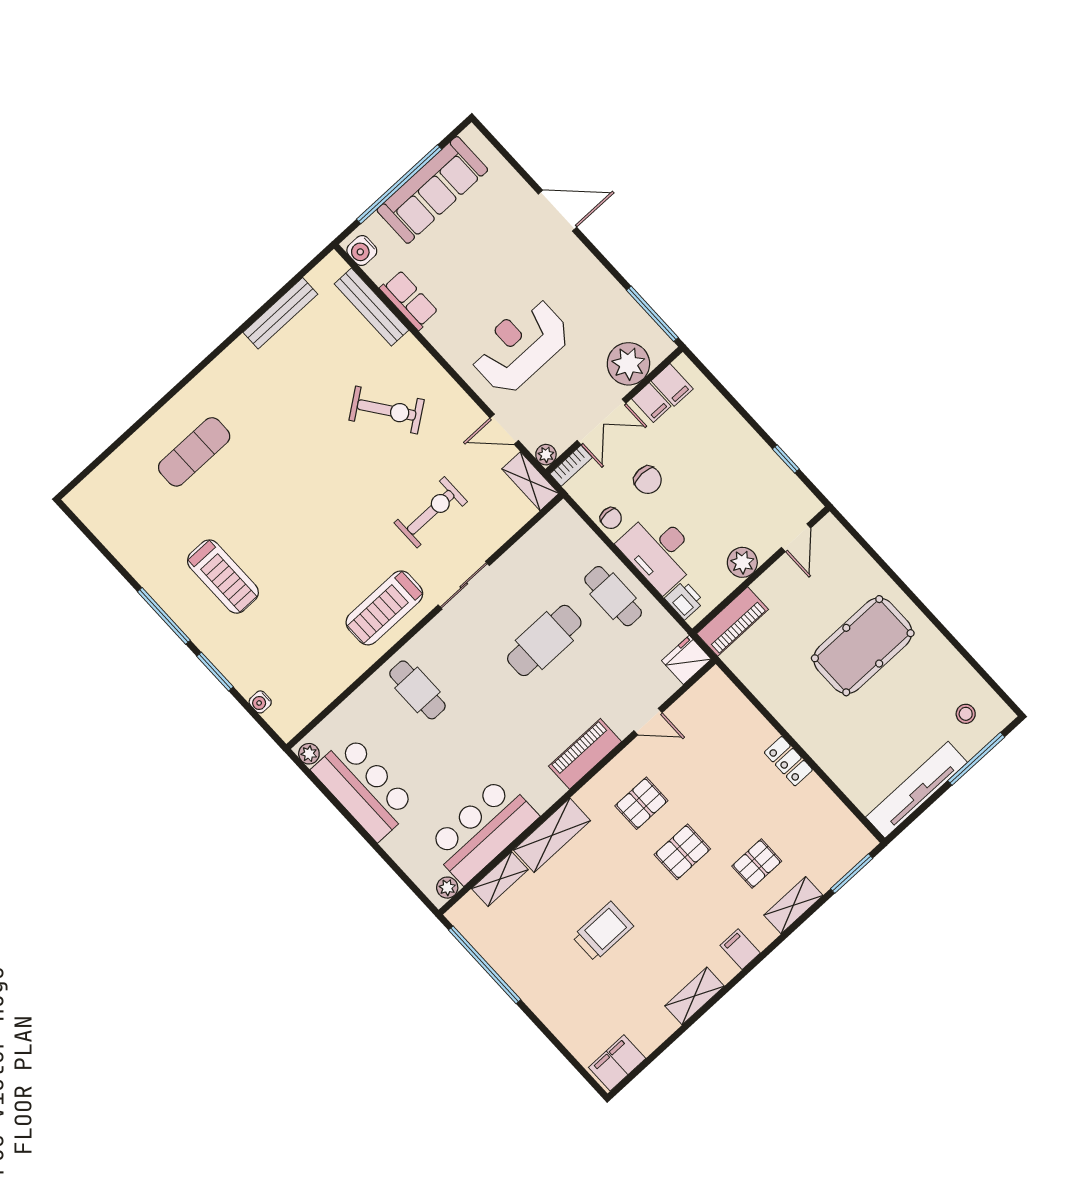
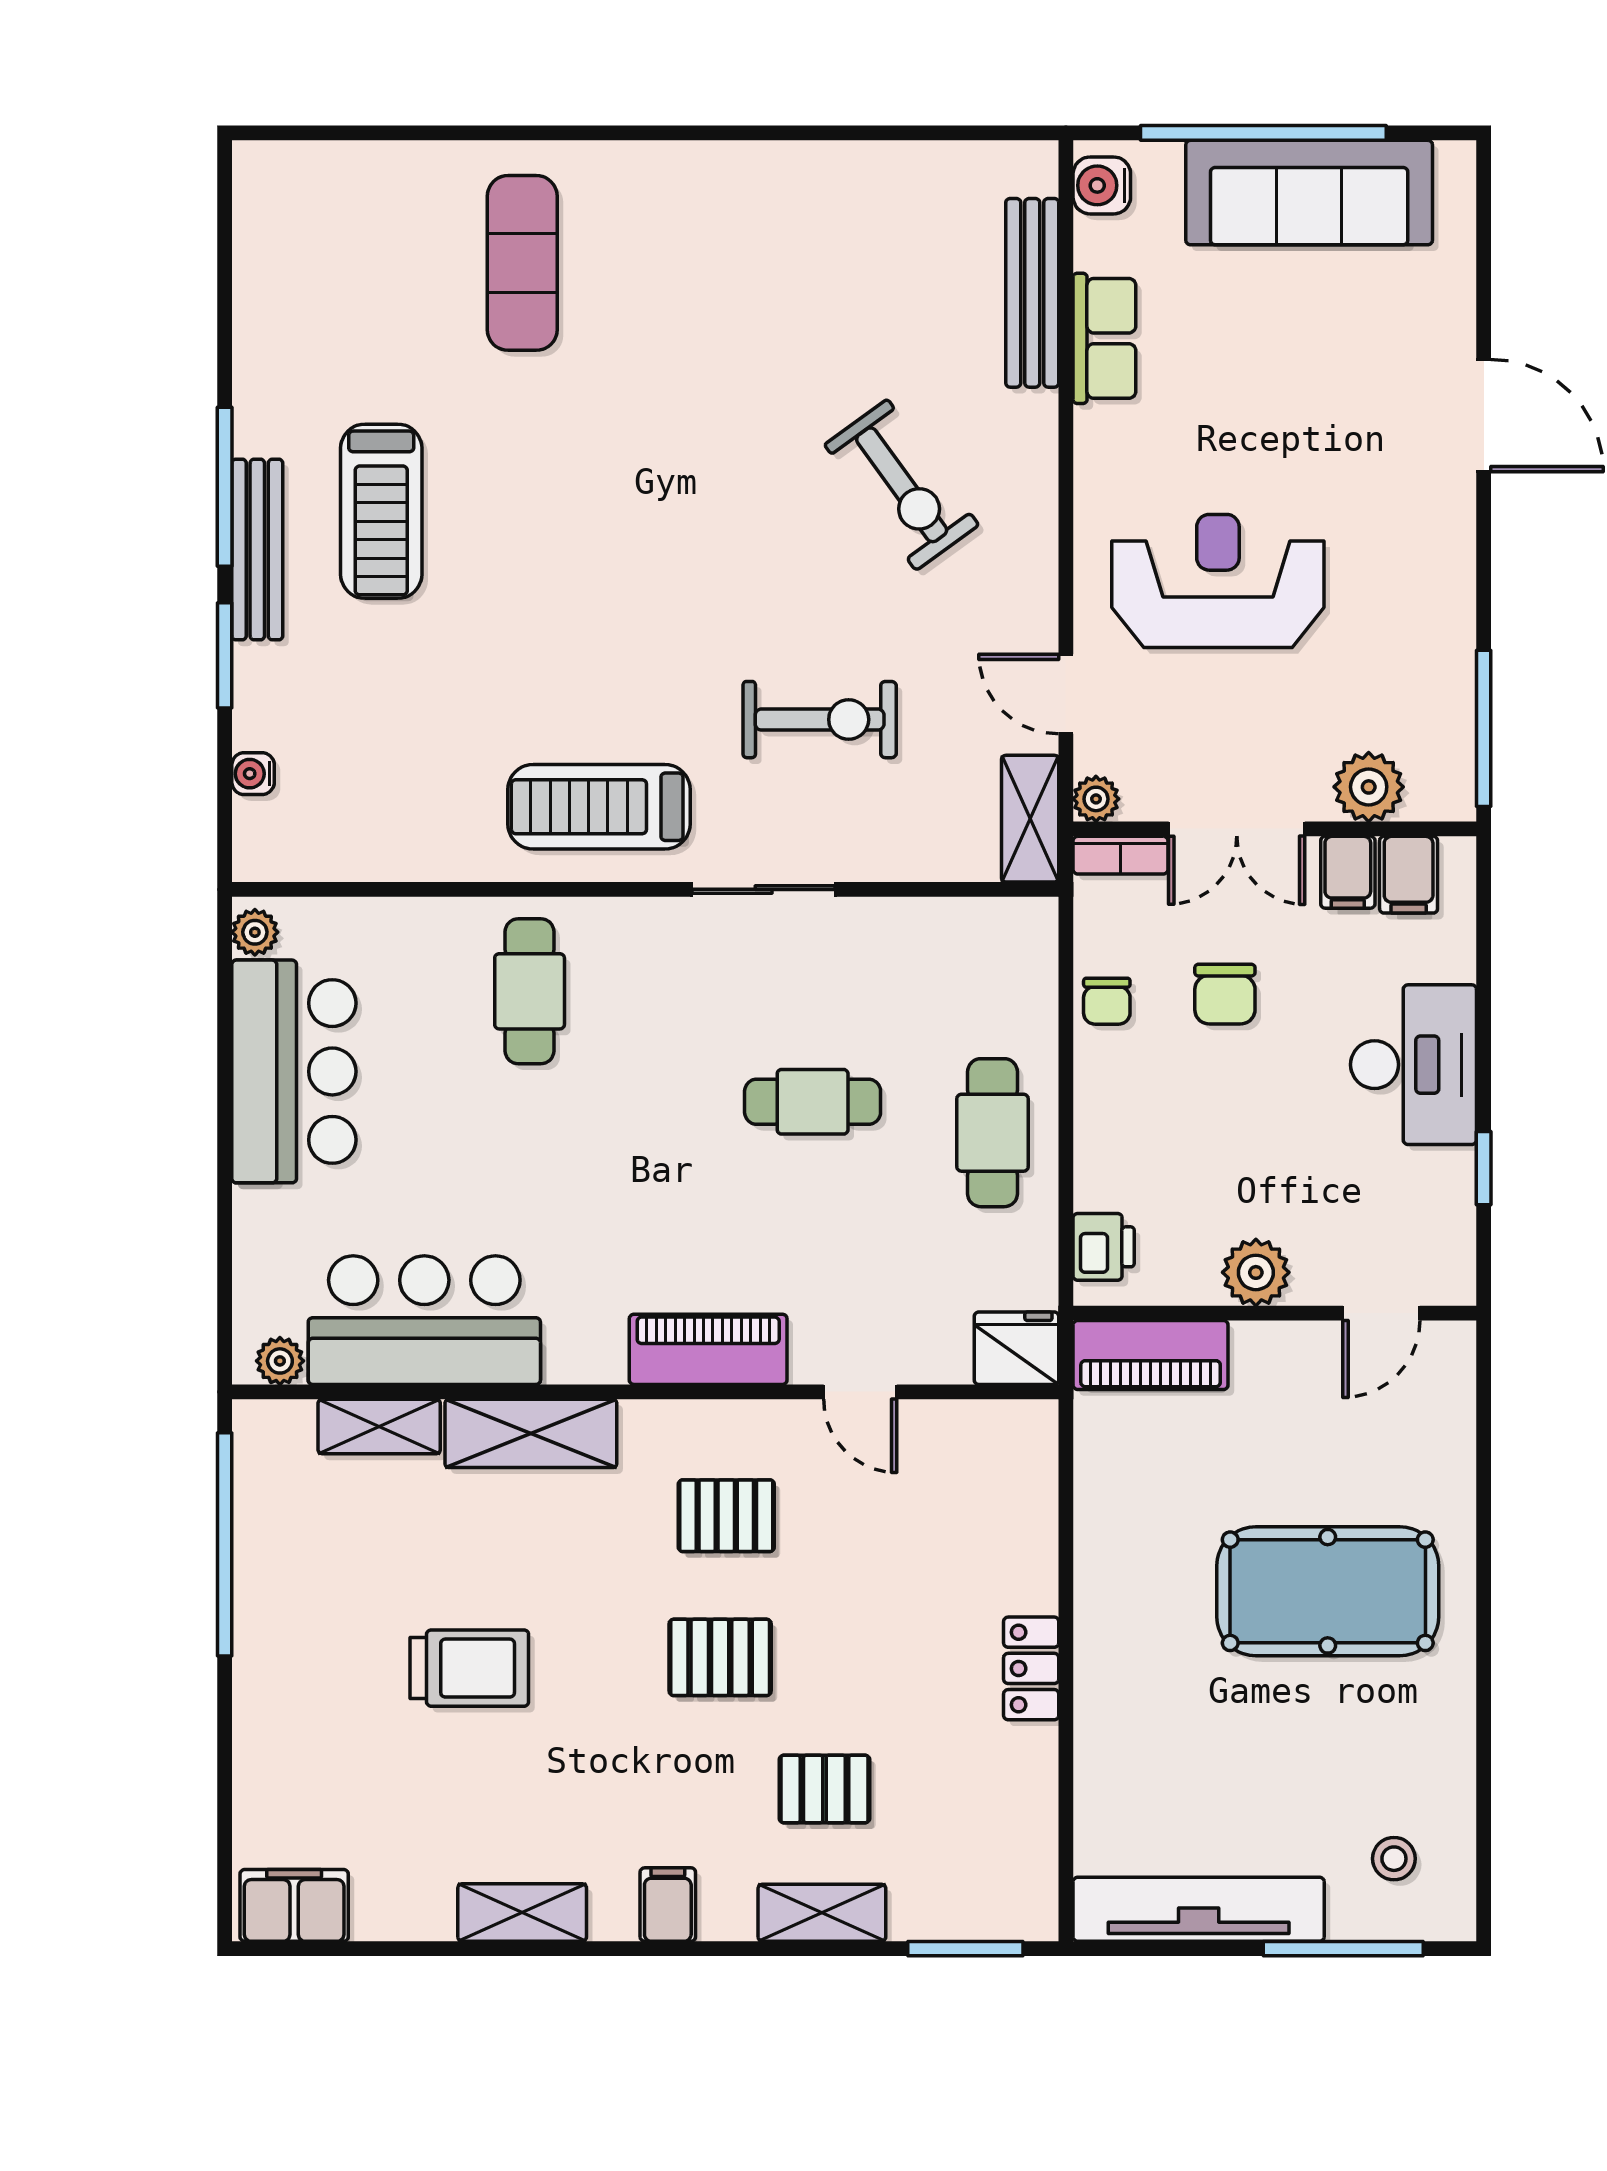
bench: (280, 313) -> (257, 550), moved, turned 90
plant: (628, 364) -> (1369, 787), width x0.73, depth x0.73
exercise mat: (194, 452) -> (522, 263), turned 90
desk: (659, 551) -> (1413, 1065), moved, turned 180
cafe table: (544, 640) -> (813, 1102), width x0.73, depth x0.74

